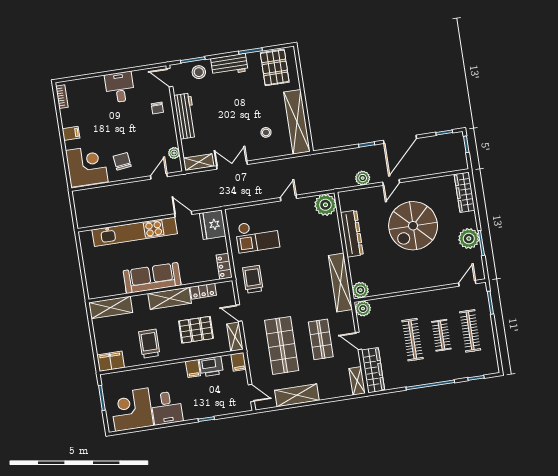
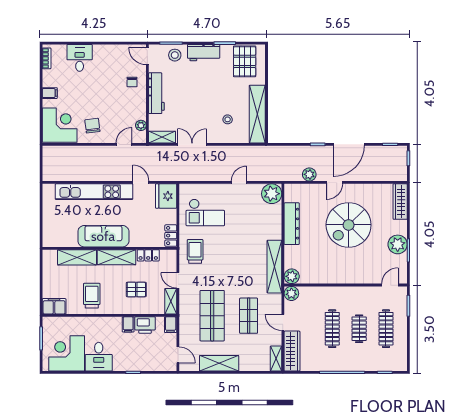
desk: (120, 87) -> (80, 58), moved
shelving: (111, 307) -> (77, 257), moved
pallet: (196, 330) -> (136, 289), width x0.67, depth x0.71

